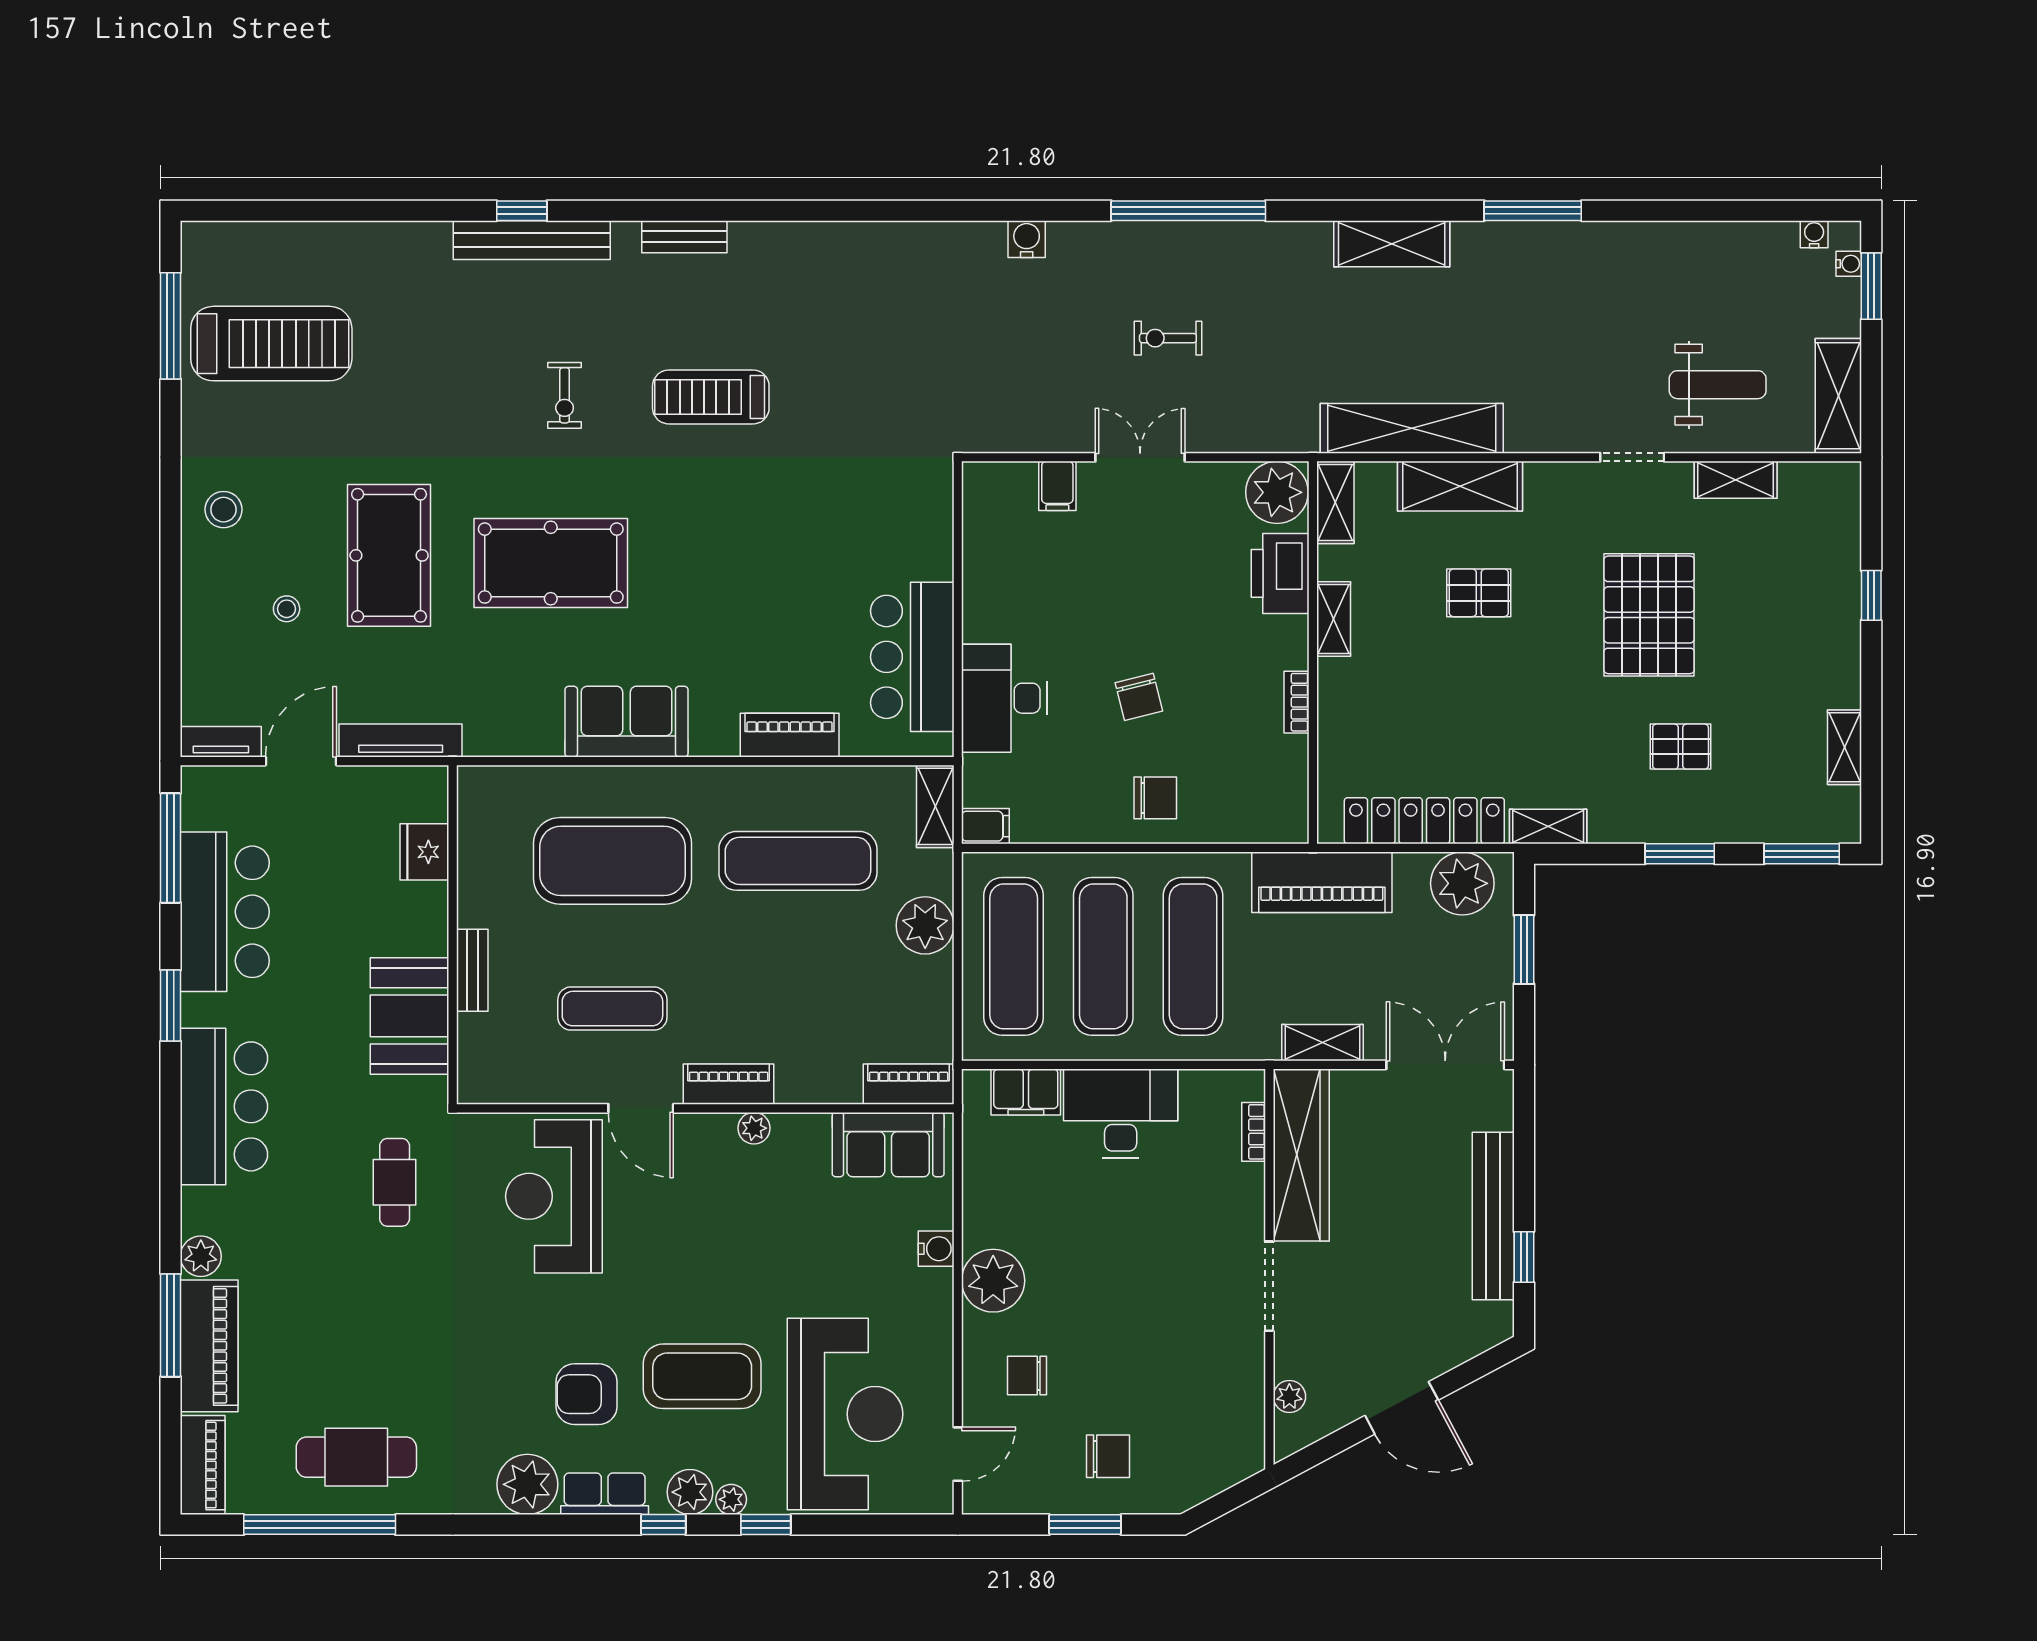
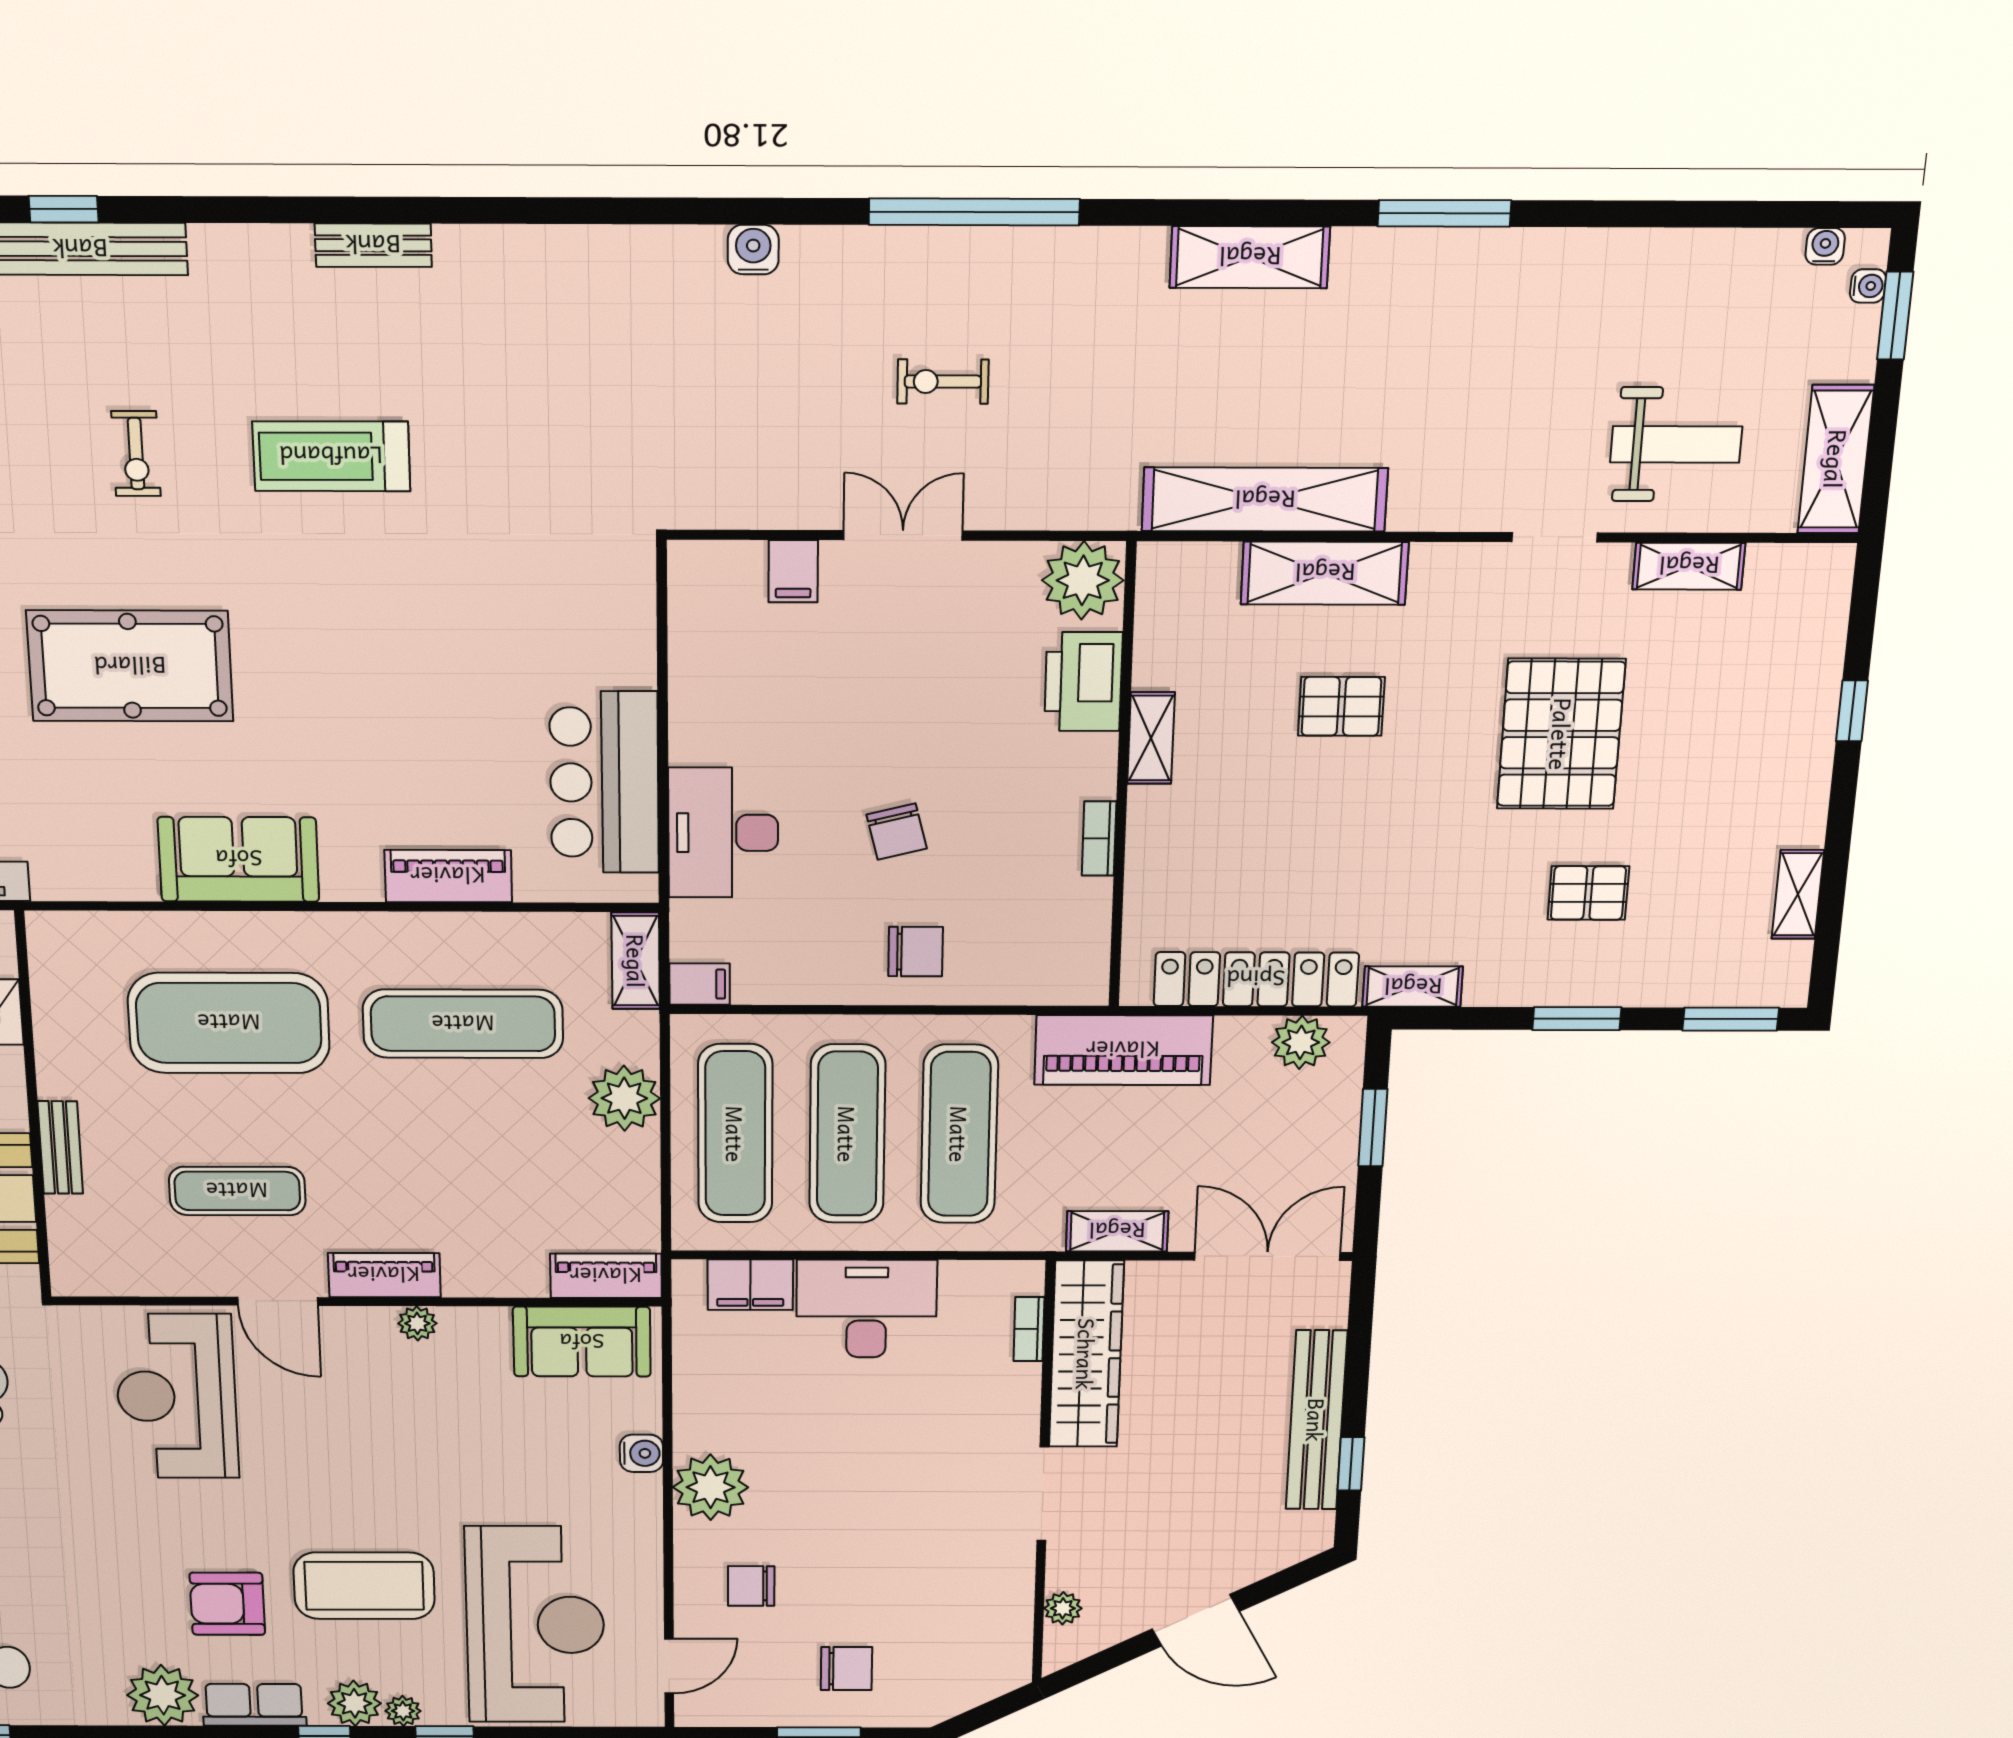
bench: (684, 237) -> (373, 245), moved
shelving: (1335, 502) -> (1159, 593), removed
plant: (1462, 883) -> (1301, 1042), width x0.73, depth x0.73

